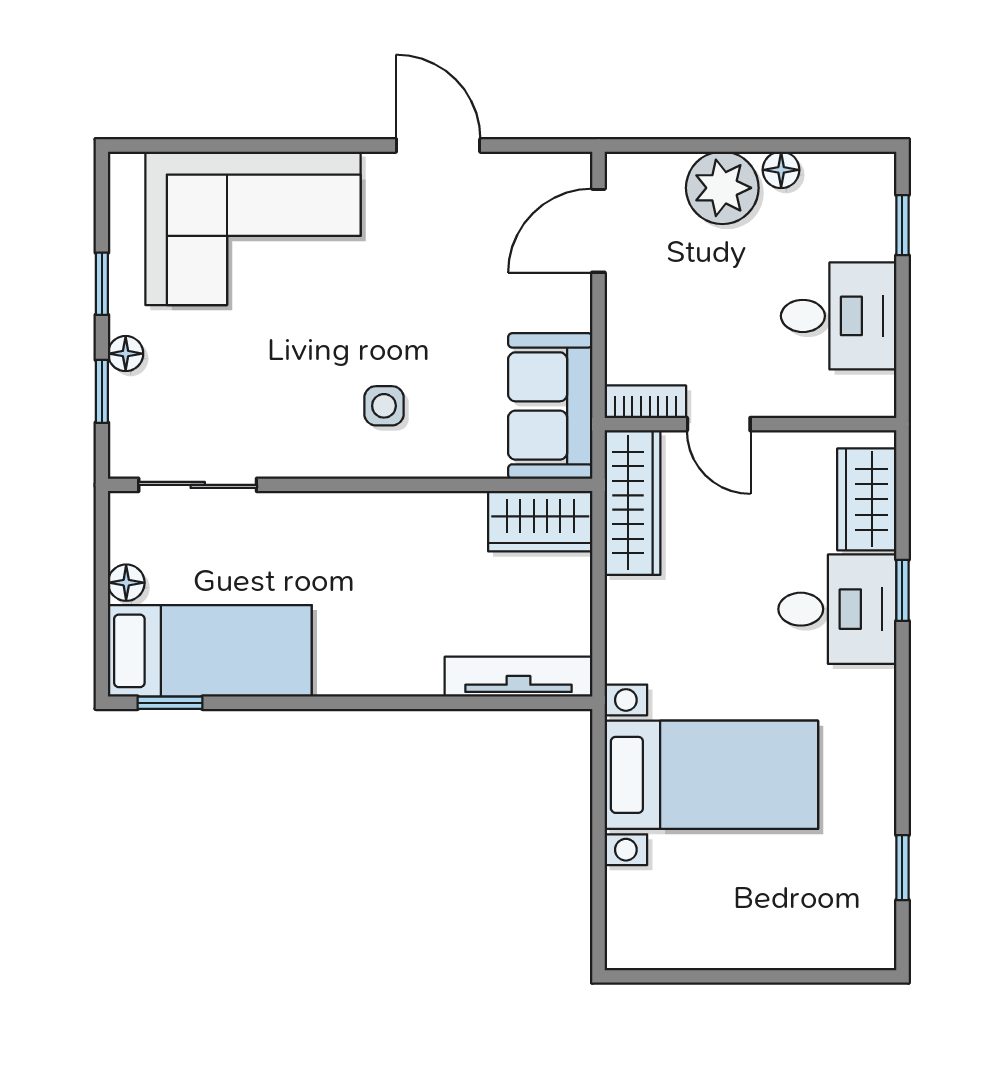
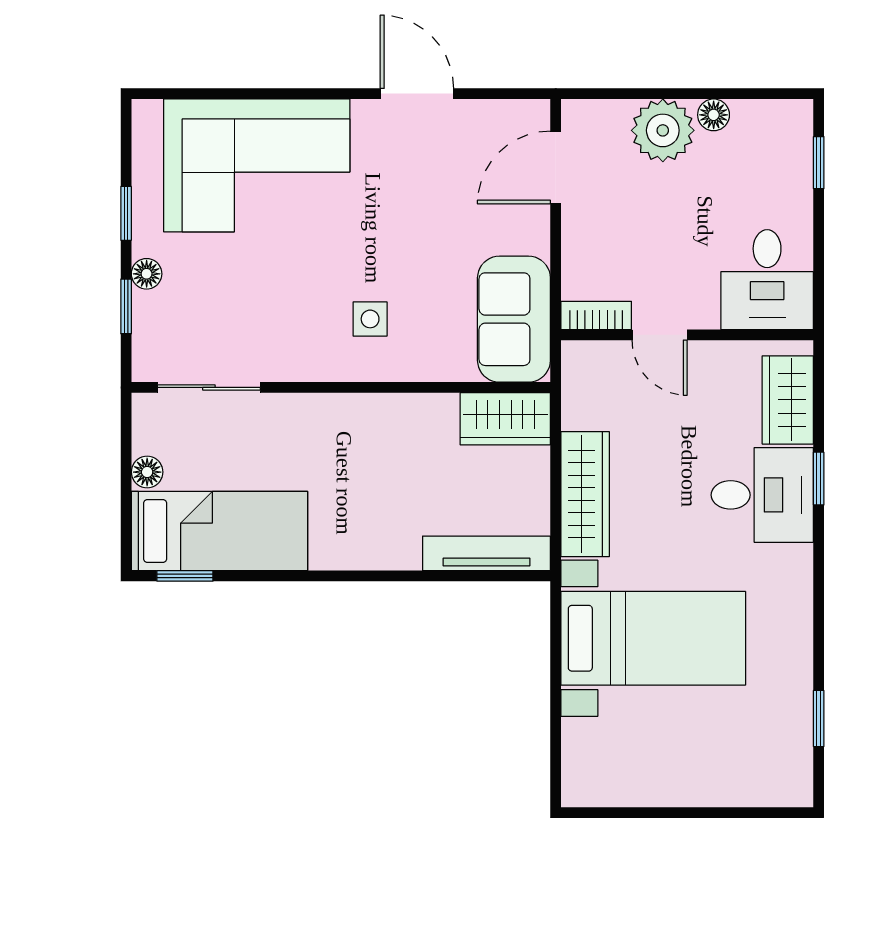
desk: (839, 316) -> (767, 280), moved, turned 90
wardrobe: (632, 502) -> (585, 494), moved

